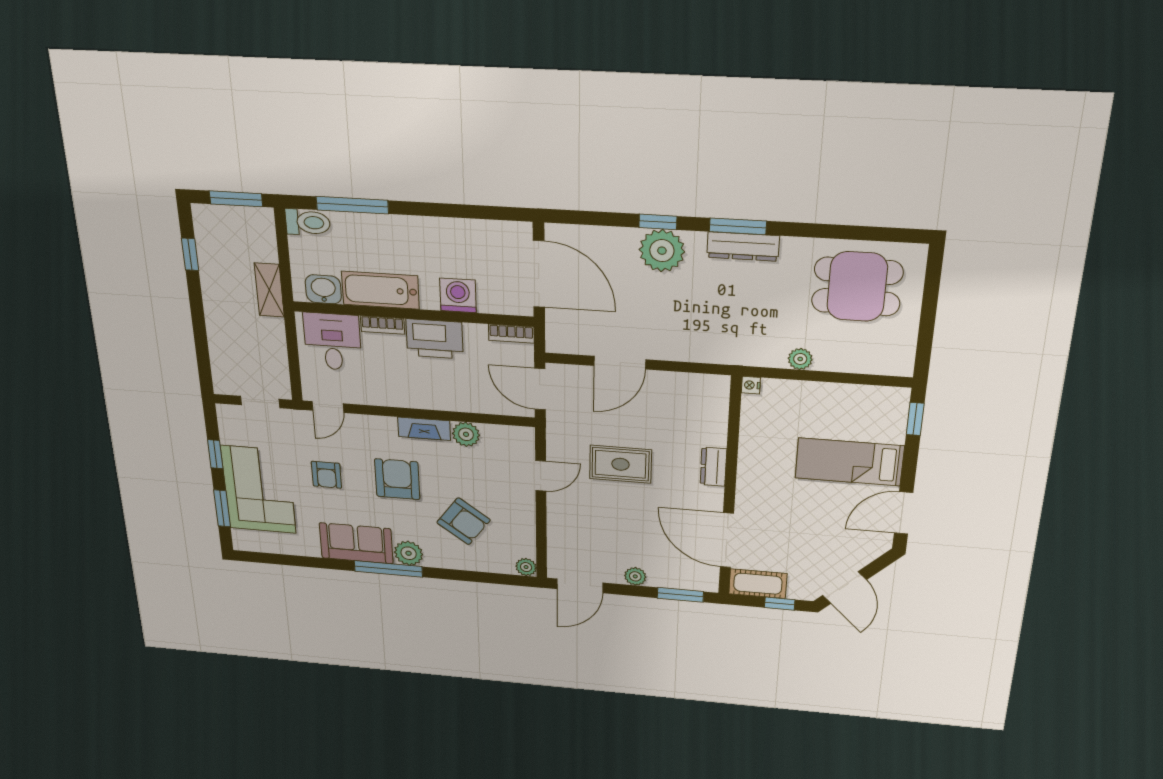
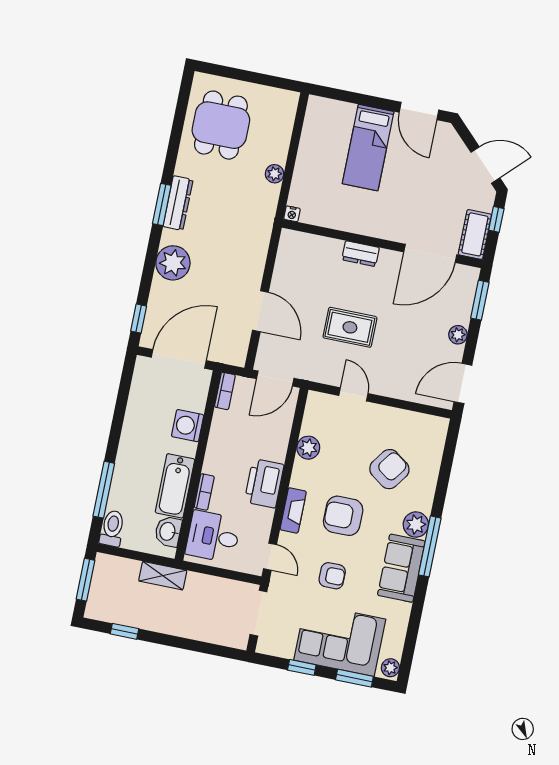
window: (658, 222) -> (139, 319), moved
printer: (435, 339) -> (264, 483), moved, turned 180
doorway: (260, 402) -> (258, 613), width x1.38
window: (915, 419) -> (336, 94), removed
fireplace: (424, 429) -> (293, 510), moved
rug: (620, 464) -> (350, 327), turned 90
plant: (526, 567) -> (390, 668), moved
door: (580, 586) -> (463, 383), swing flipped

